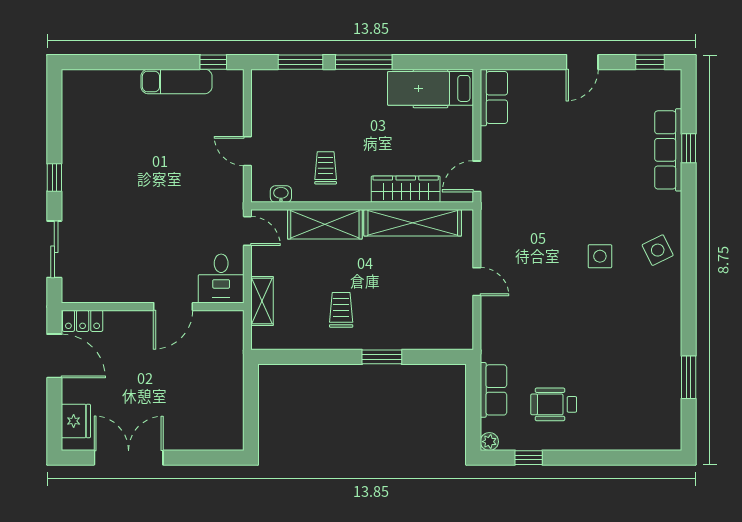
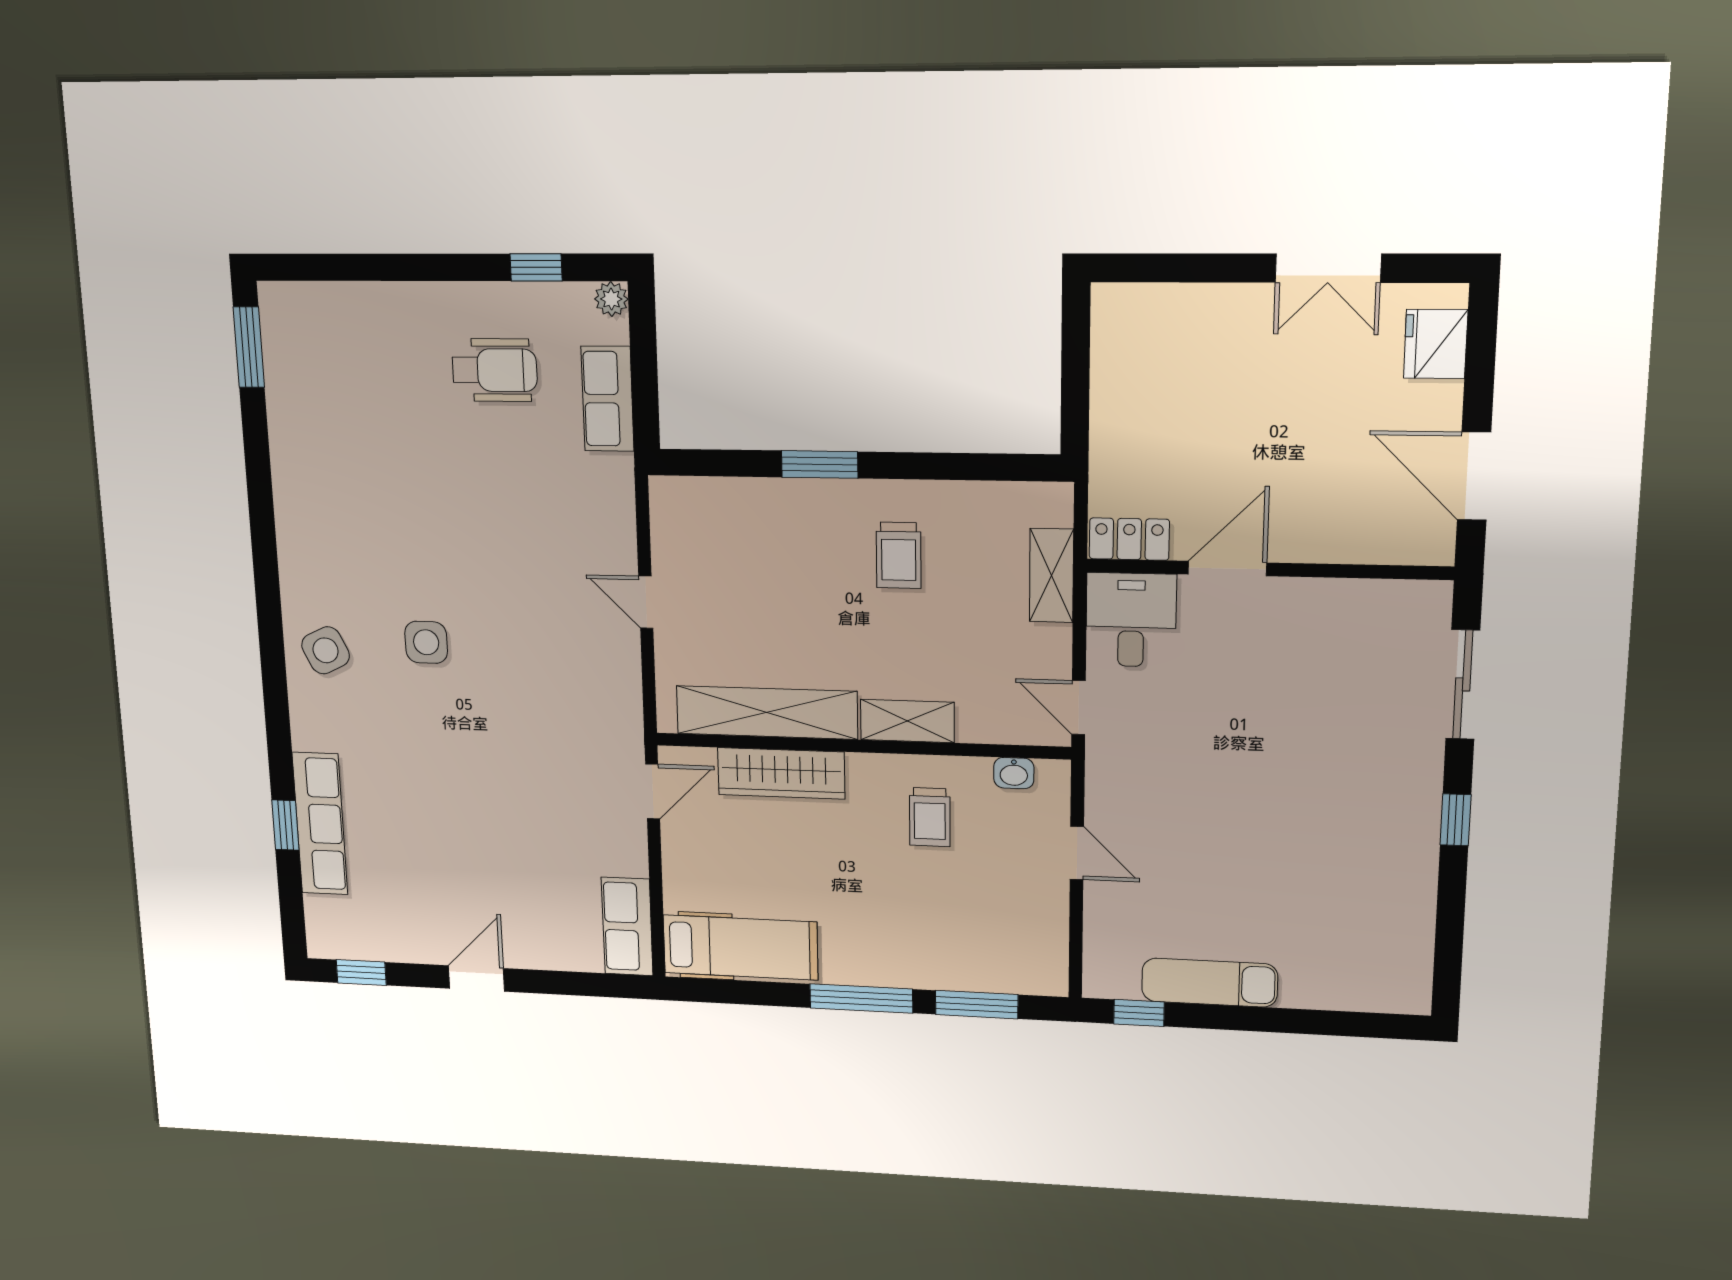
shelving: (325, 224) -> (907, 721), width x0.67, depth x0.75
locker: (83, 321) -> (1129, 539), moved
window: (689, 377) -> (249, 347), moved
double door: (129, 458) -> (1328, 268), width x0.73

